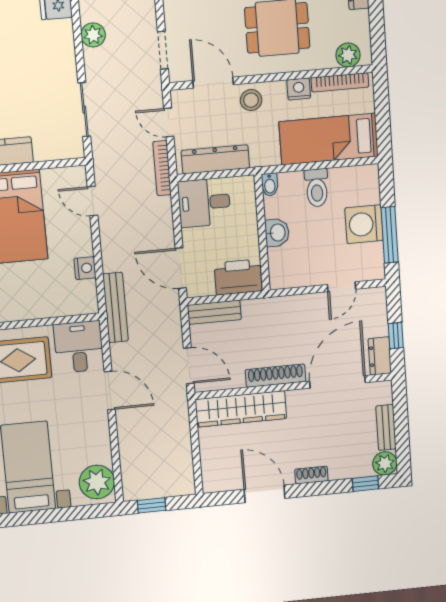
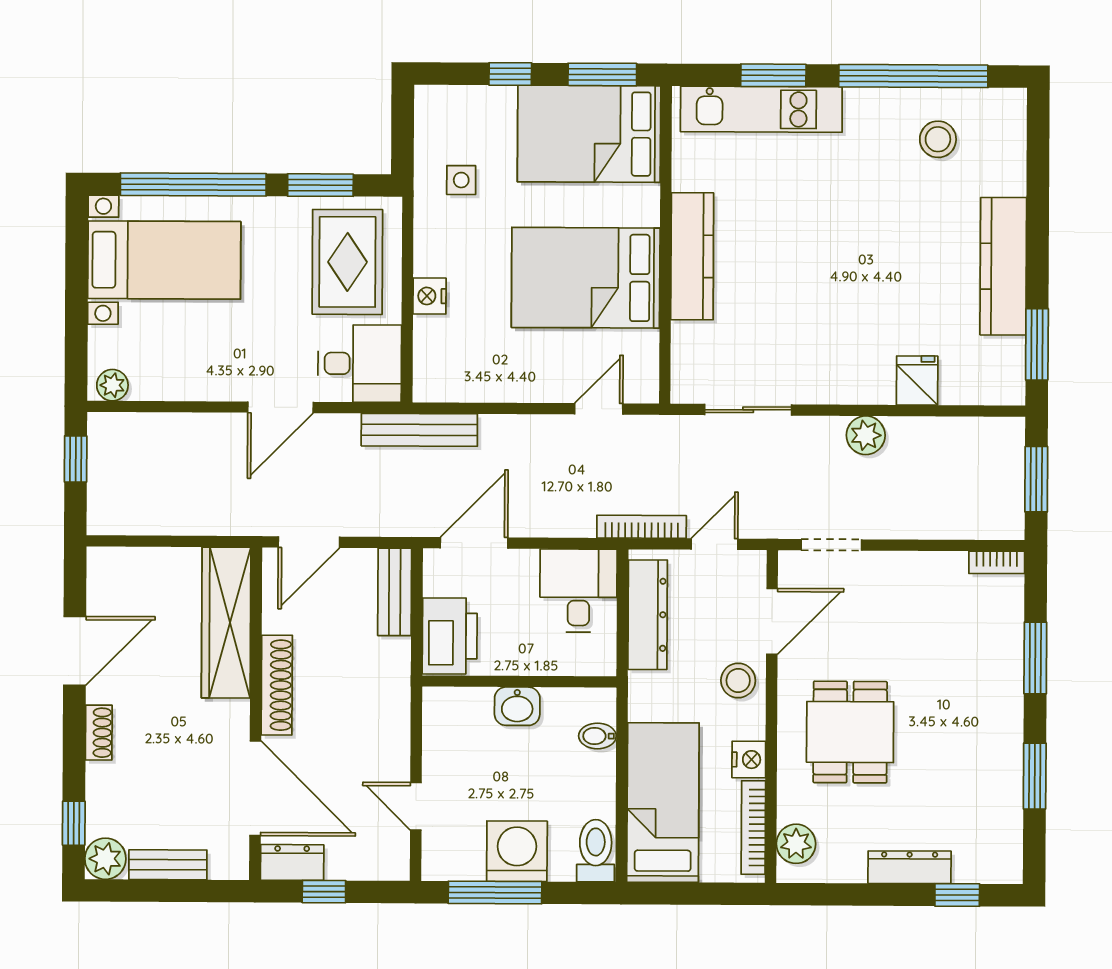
bidet: (270, 185) -> (597, 736), moved
toilet: (317, 188) -> (596, 851), moved, turned 90
nightstand: (85, 268) -> (429, 296), moved, turned 90
plant: (97, 482) -> (112, 385), width x0.53, depth x0.53

